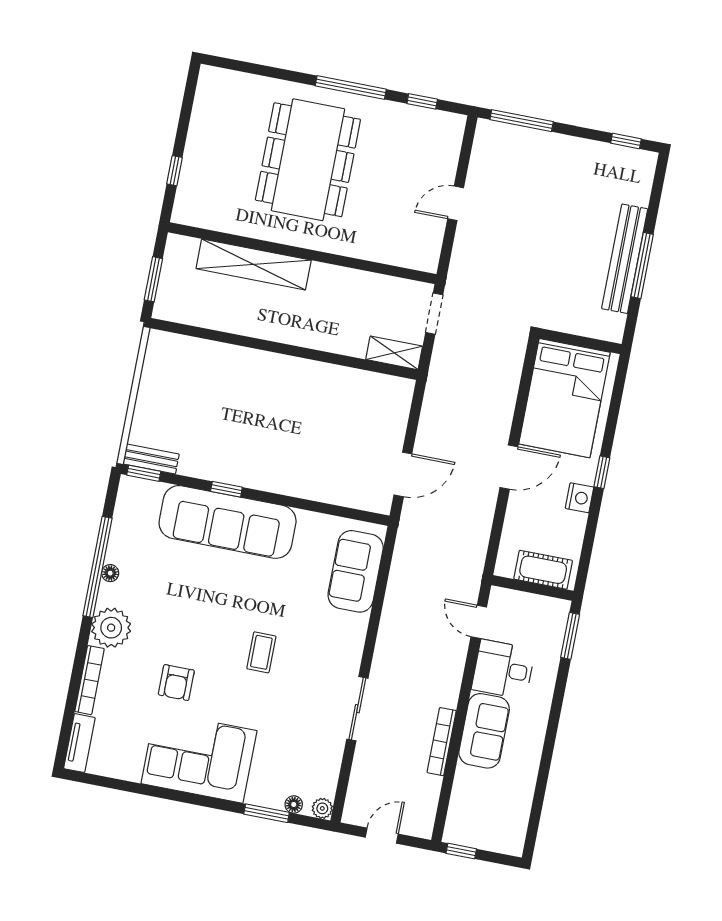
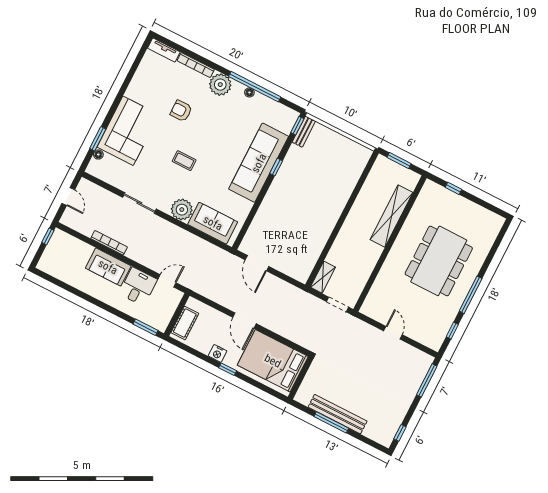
dining table: (308, 160) -> (439, 261), turned 90
corner sofa: (199, 757) -> (128, 131), moved
plant: (322, 808) -> (182, 210), moved, width x1.88, depth x1.88

